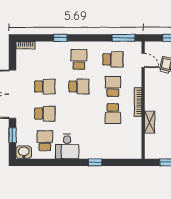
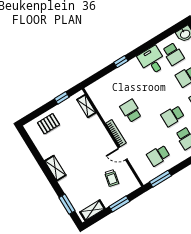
door: (143, 60) -> (123, 153), moved
school desk: (113, 87) -> (145, 133), removed
shelving: (150, 122) -> (86, 106), moved

